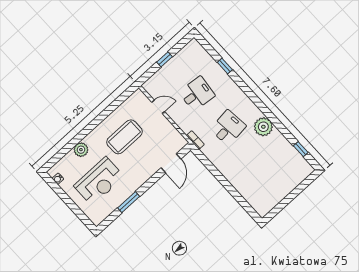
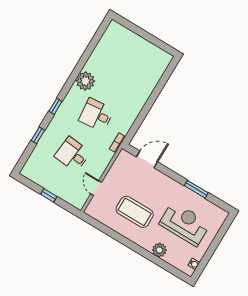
window: (301, 149) -> (55, 106), moved

